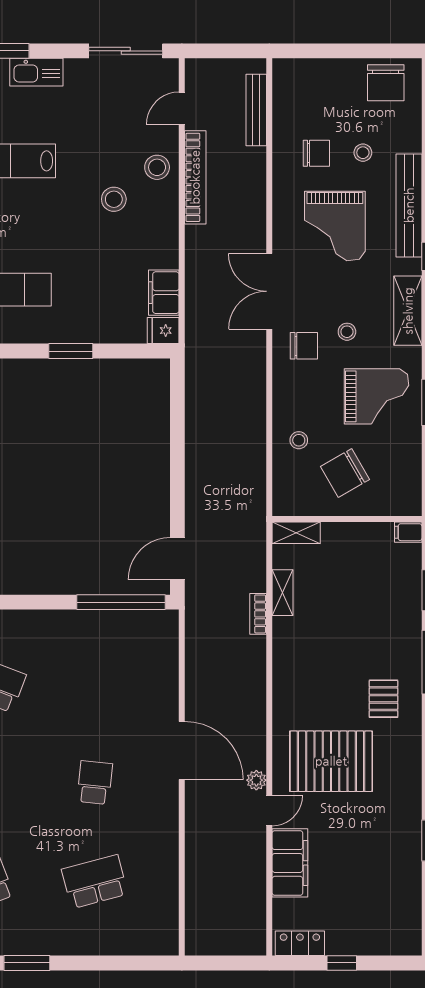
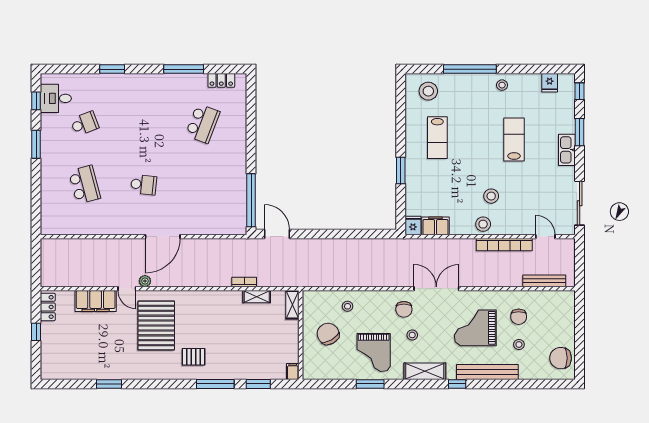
stool: (157, 167) -> (483, 224), moved

